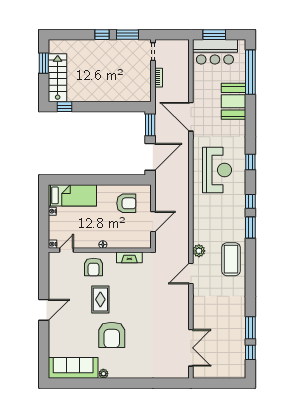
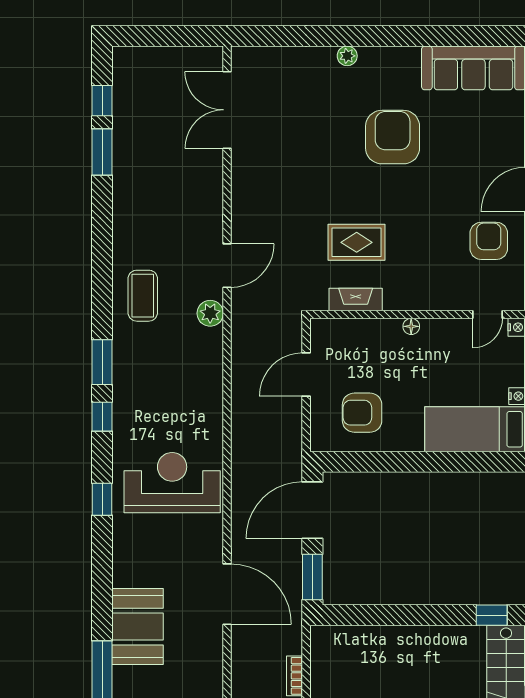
reception desk: (217, 170) -> (172, 483), turned 90
coffee table: (231, 259) -> (143, 296), width x0.73, depth x0.76
armchair: (94, 267) -> (489, 241), moved
rug: (100, 299) -> (357, 242), moved, turned 90
plant: (103, 374) -> (347, 56), moved

